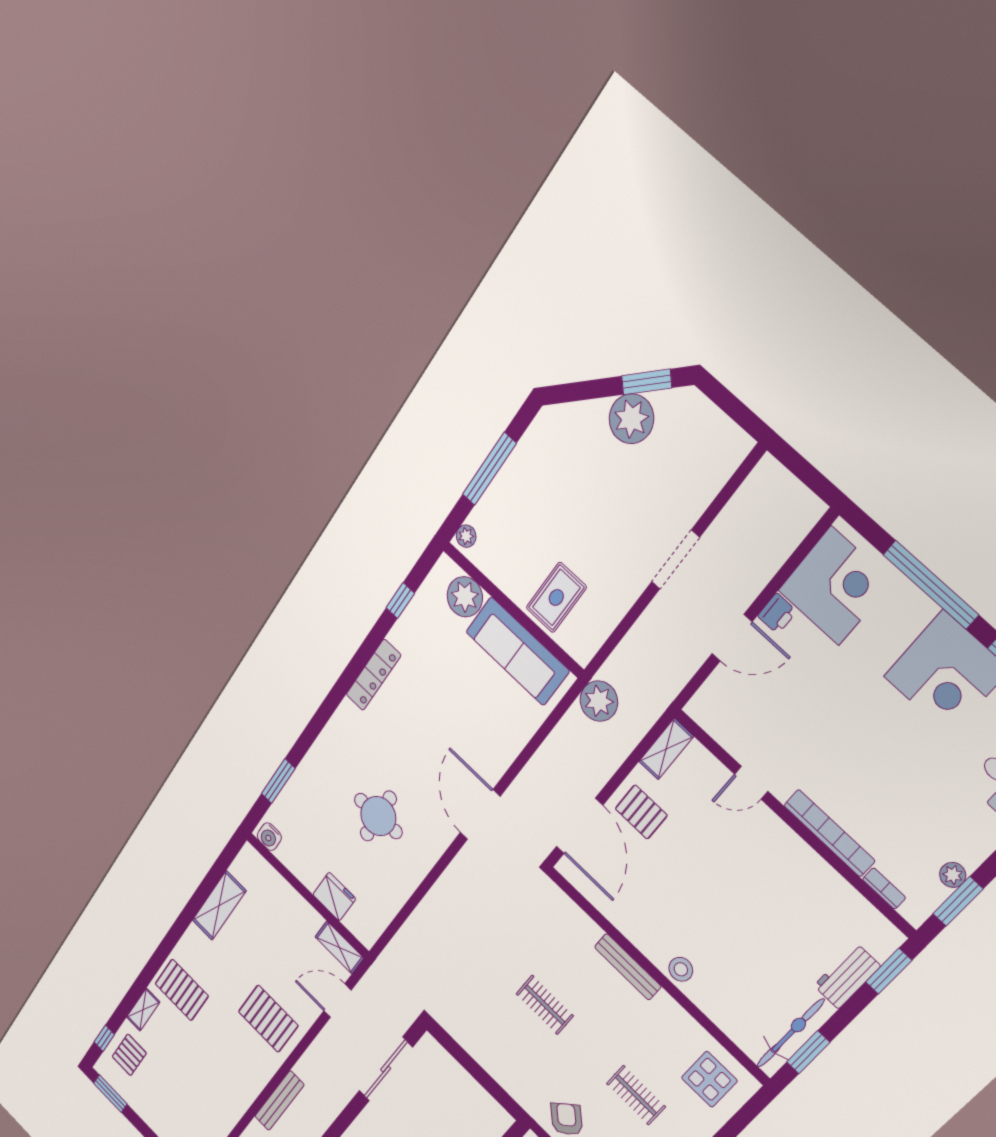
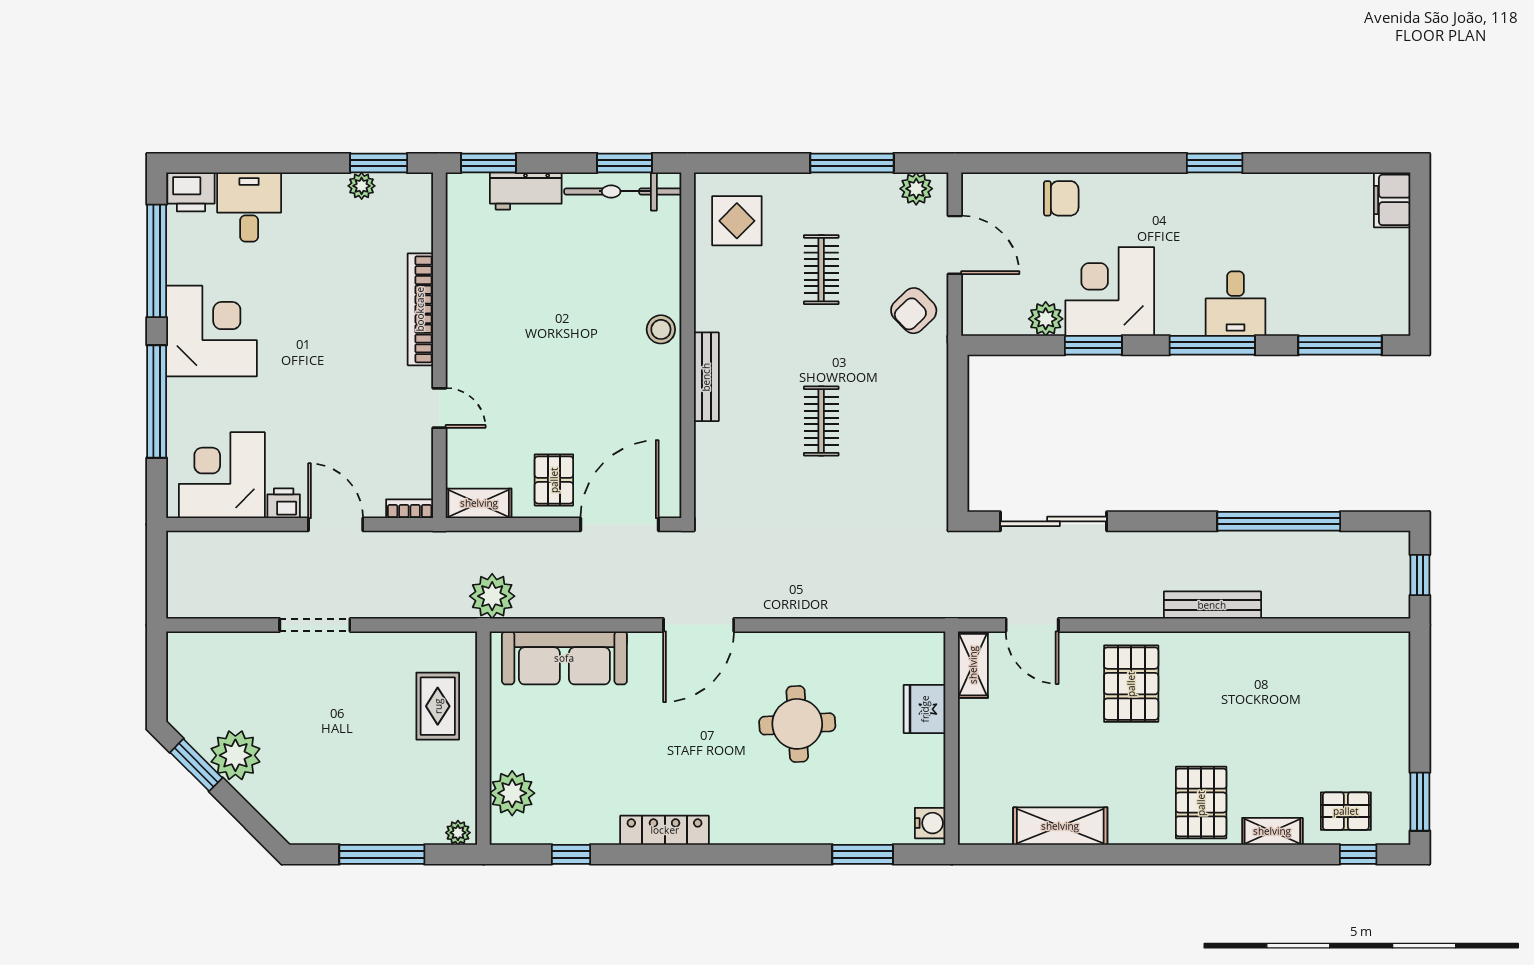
rug: (556, 597) -> (438, 706), turned 90
sofa: (517, 651) -> (564, 658), moved, turned 90
bookcase: (884, 888) -> (410, 509), moved, turned 90

